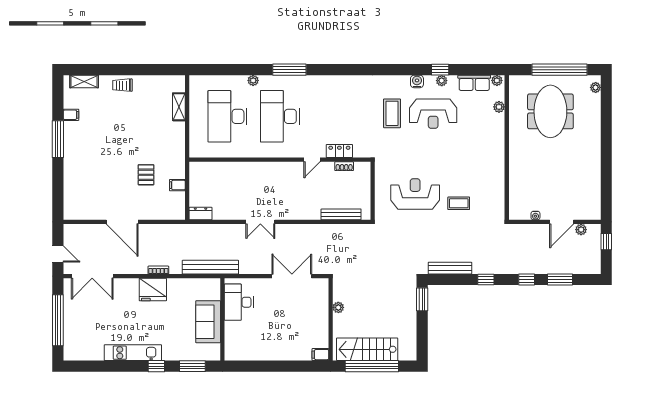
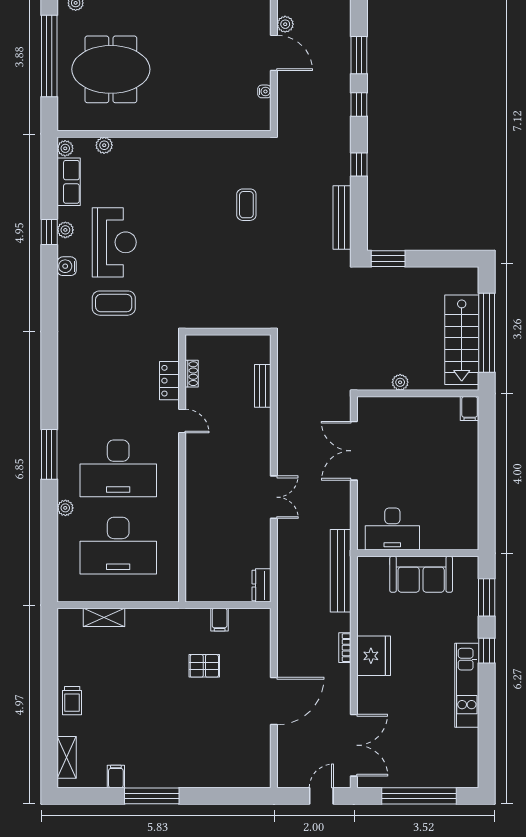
reception desk: (415, 194) -> (233, 269), removed
bench: (341, 214) -> (263, 386), width x0.73

